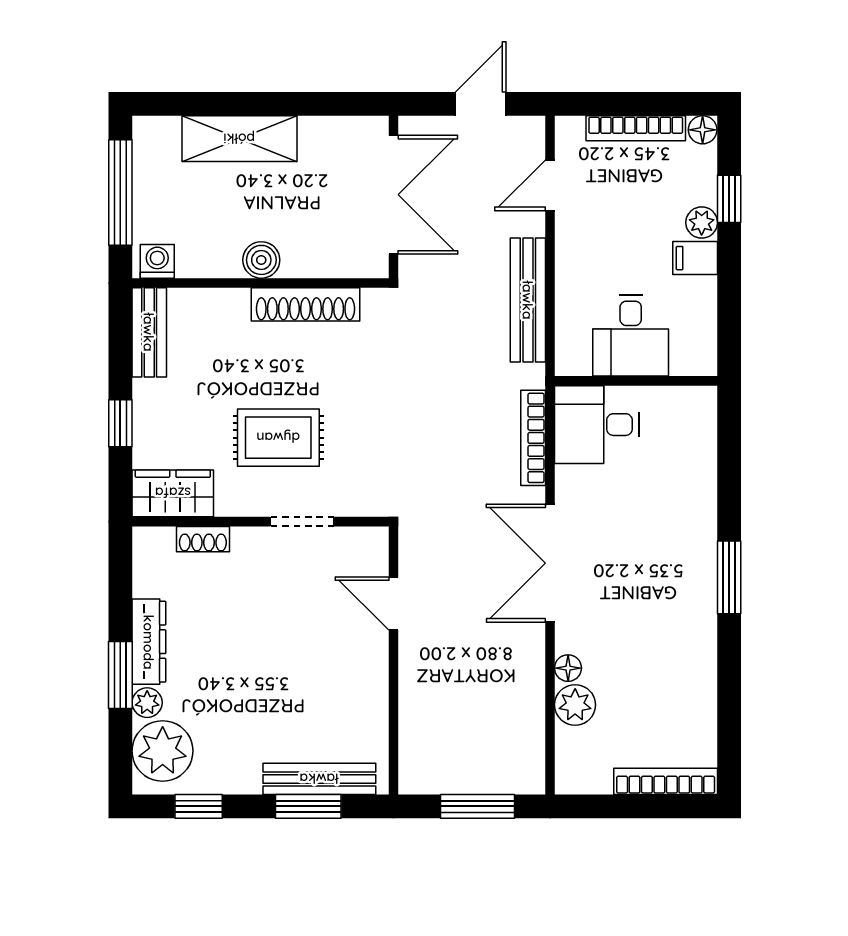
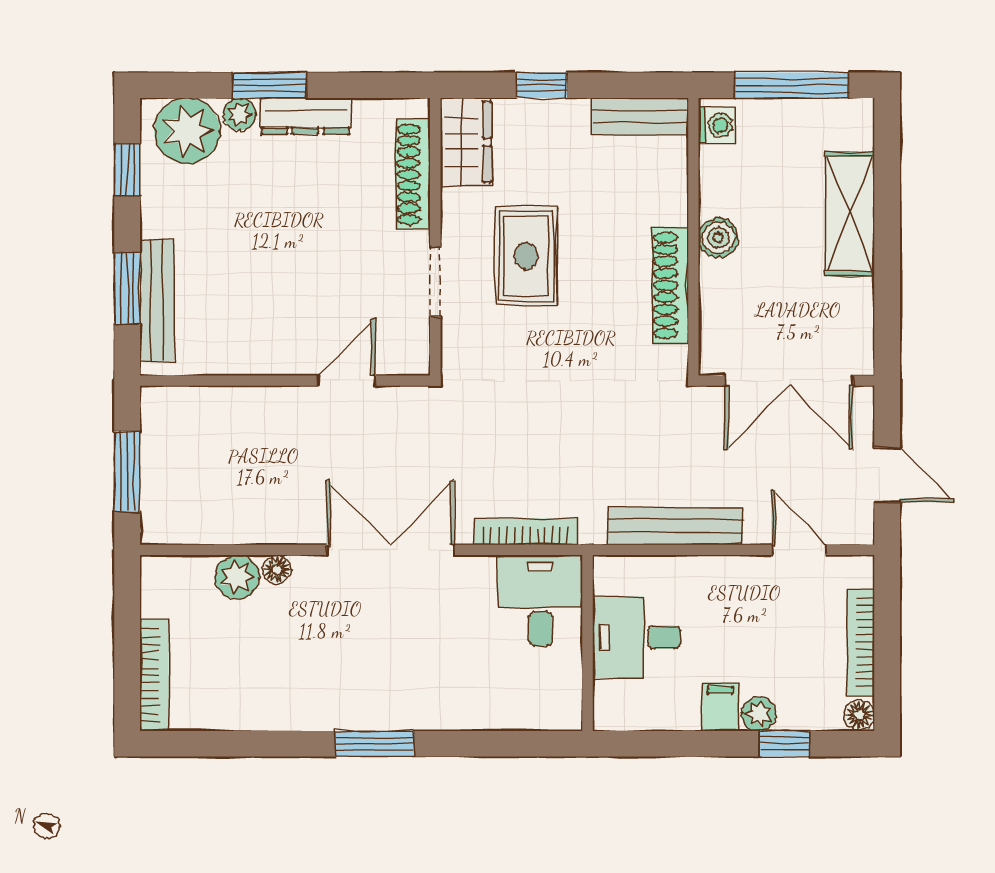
shoe rack: (203, 539) -> (413, 174), width x1.94, depth x1.24

